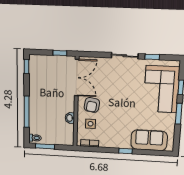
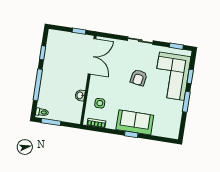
window: (152, 57) -> (176, 46), moved
window: (27, 67) -> (43, 53), moved
armchair: (92, 105) -> (139, 78), moved
sofa: (149, 140) -> (135, 122), moved

